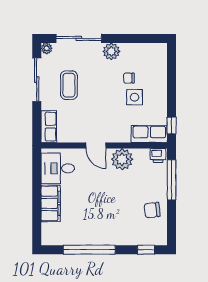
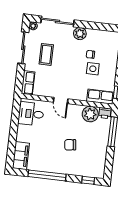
plant: (122, 159) -> (90, 114), moved
filing cabinet: (51, 203) -> (21, 156), moved
chair: (152, 210) -> (70, 145), moved

